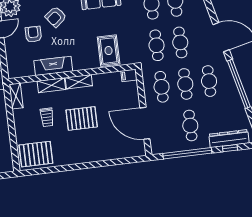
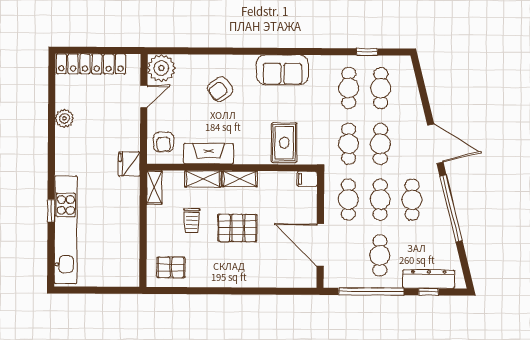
armchair: (33, 34) -> (163, 142), moved, turned 180
pallet: (36, 154) -> (171, 267), width x0.67, depth x0.71

